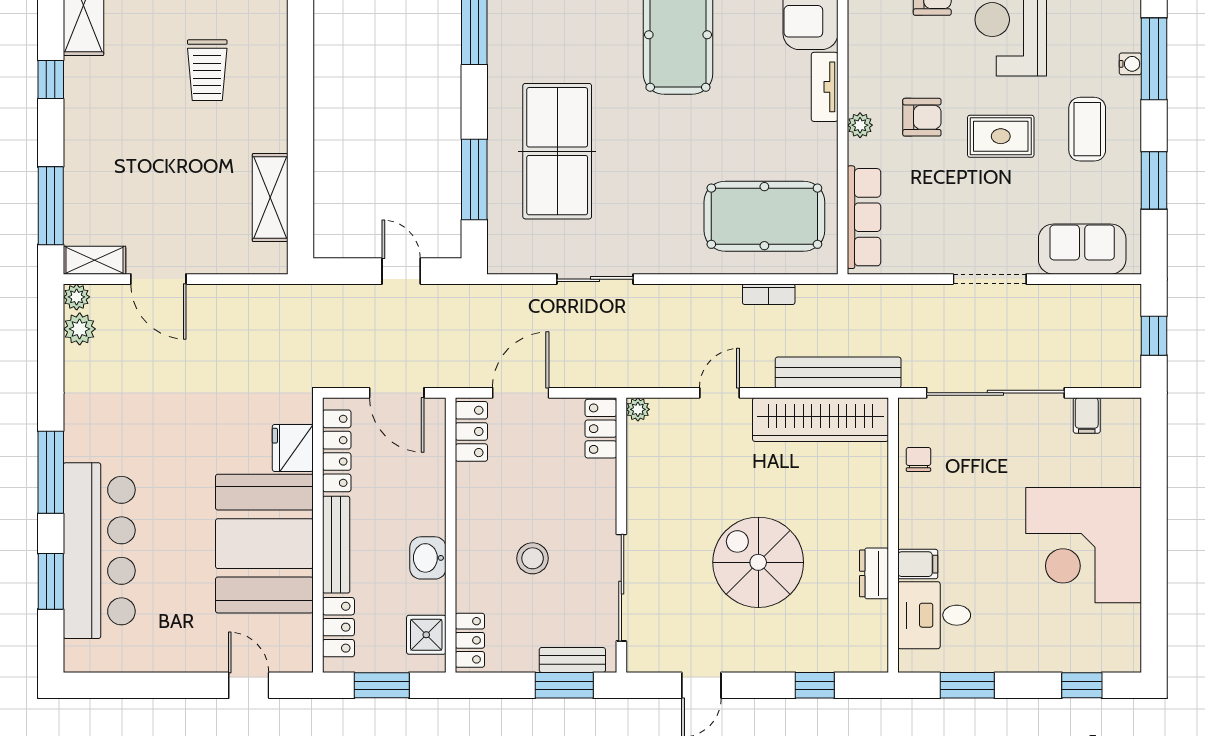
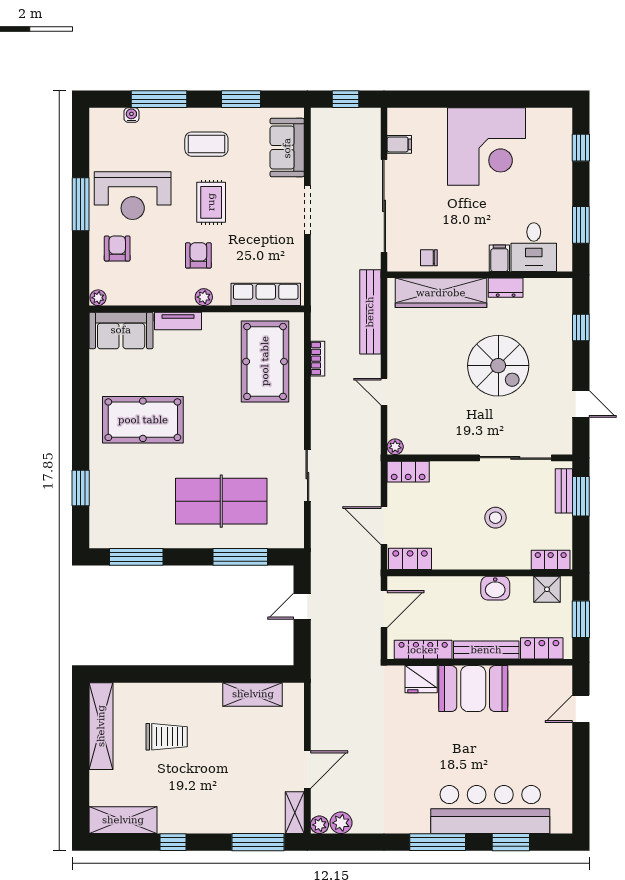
water cooler: (1130, 64) -> (131, 115), moved
wardrobe: (821, 420) -> (441, 293), moved, turned 90
booth: (264, 544) -> (473, 689), width x0.73, depth x0.70
spiral stairs: (758, 562) -> (498, 366), turned -90

